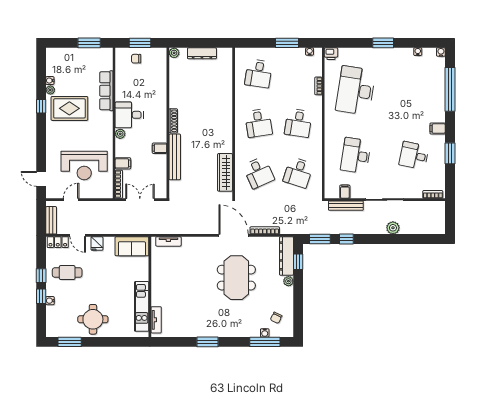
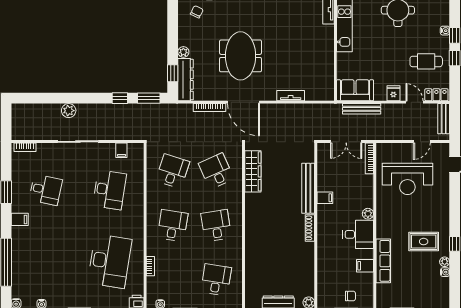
rug: (69, 108) -> (424, 242), width x0.73, depth x0.70
filing cabinet: (123, 163) -> (365, 266), moved
reception desk: (84, 166) -> (407, 179), turned 180
bench: (346, 206) -> (362, 109), moved
tv unit: (168, 241) -> (291, 96), moved

